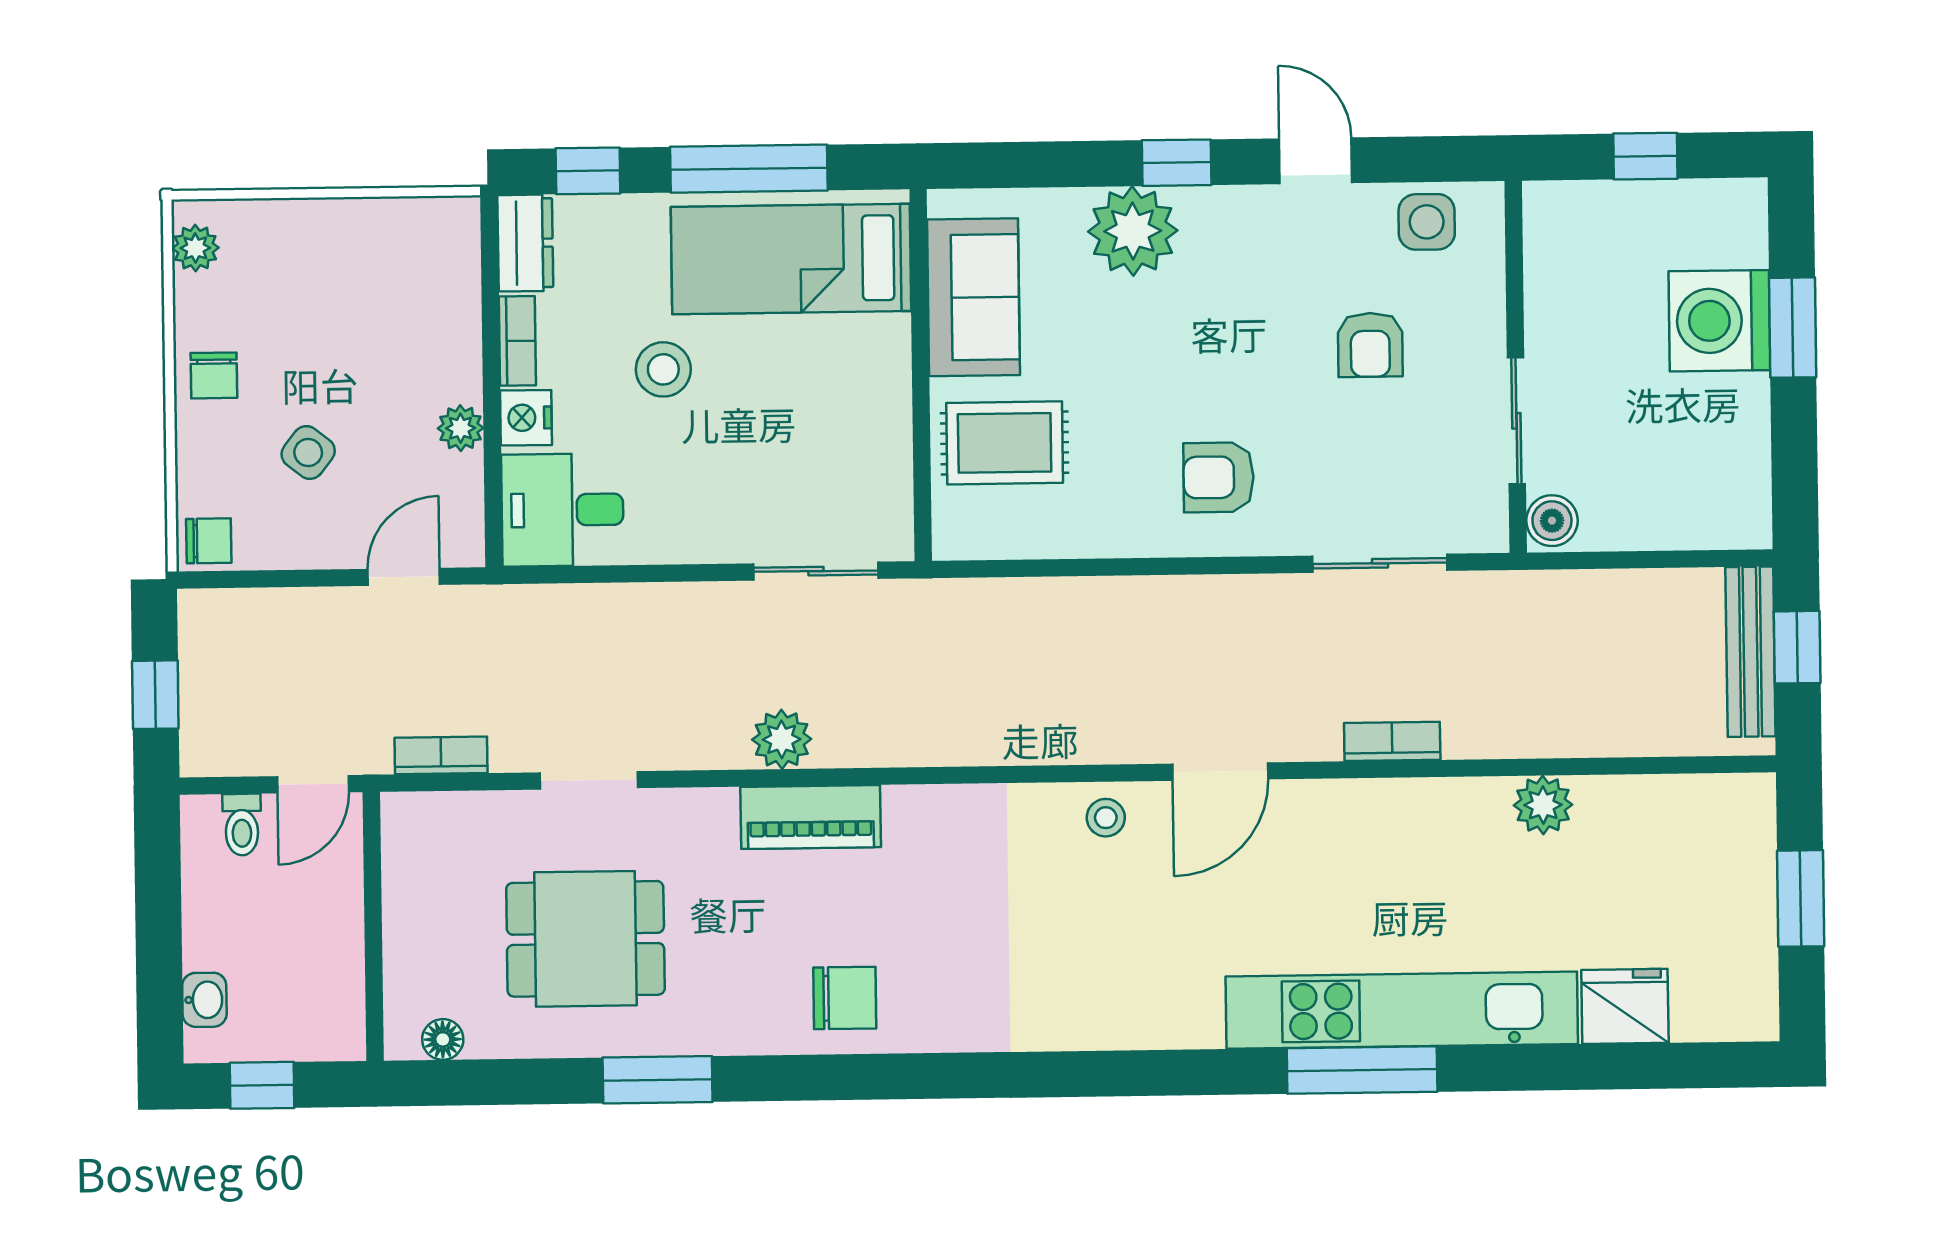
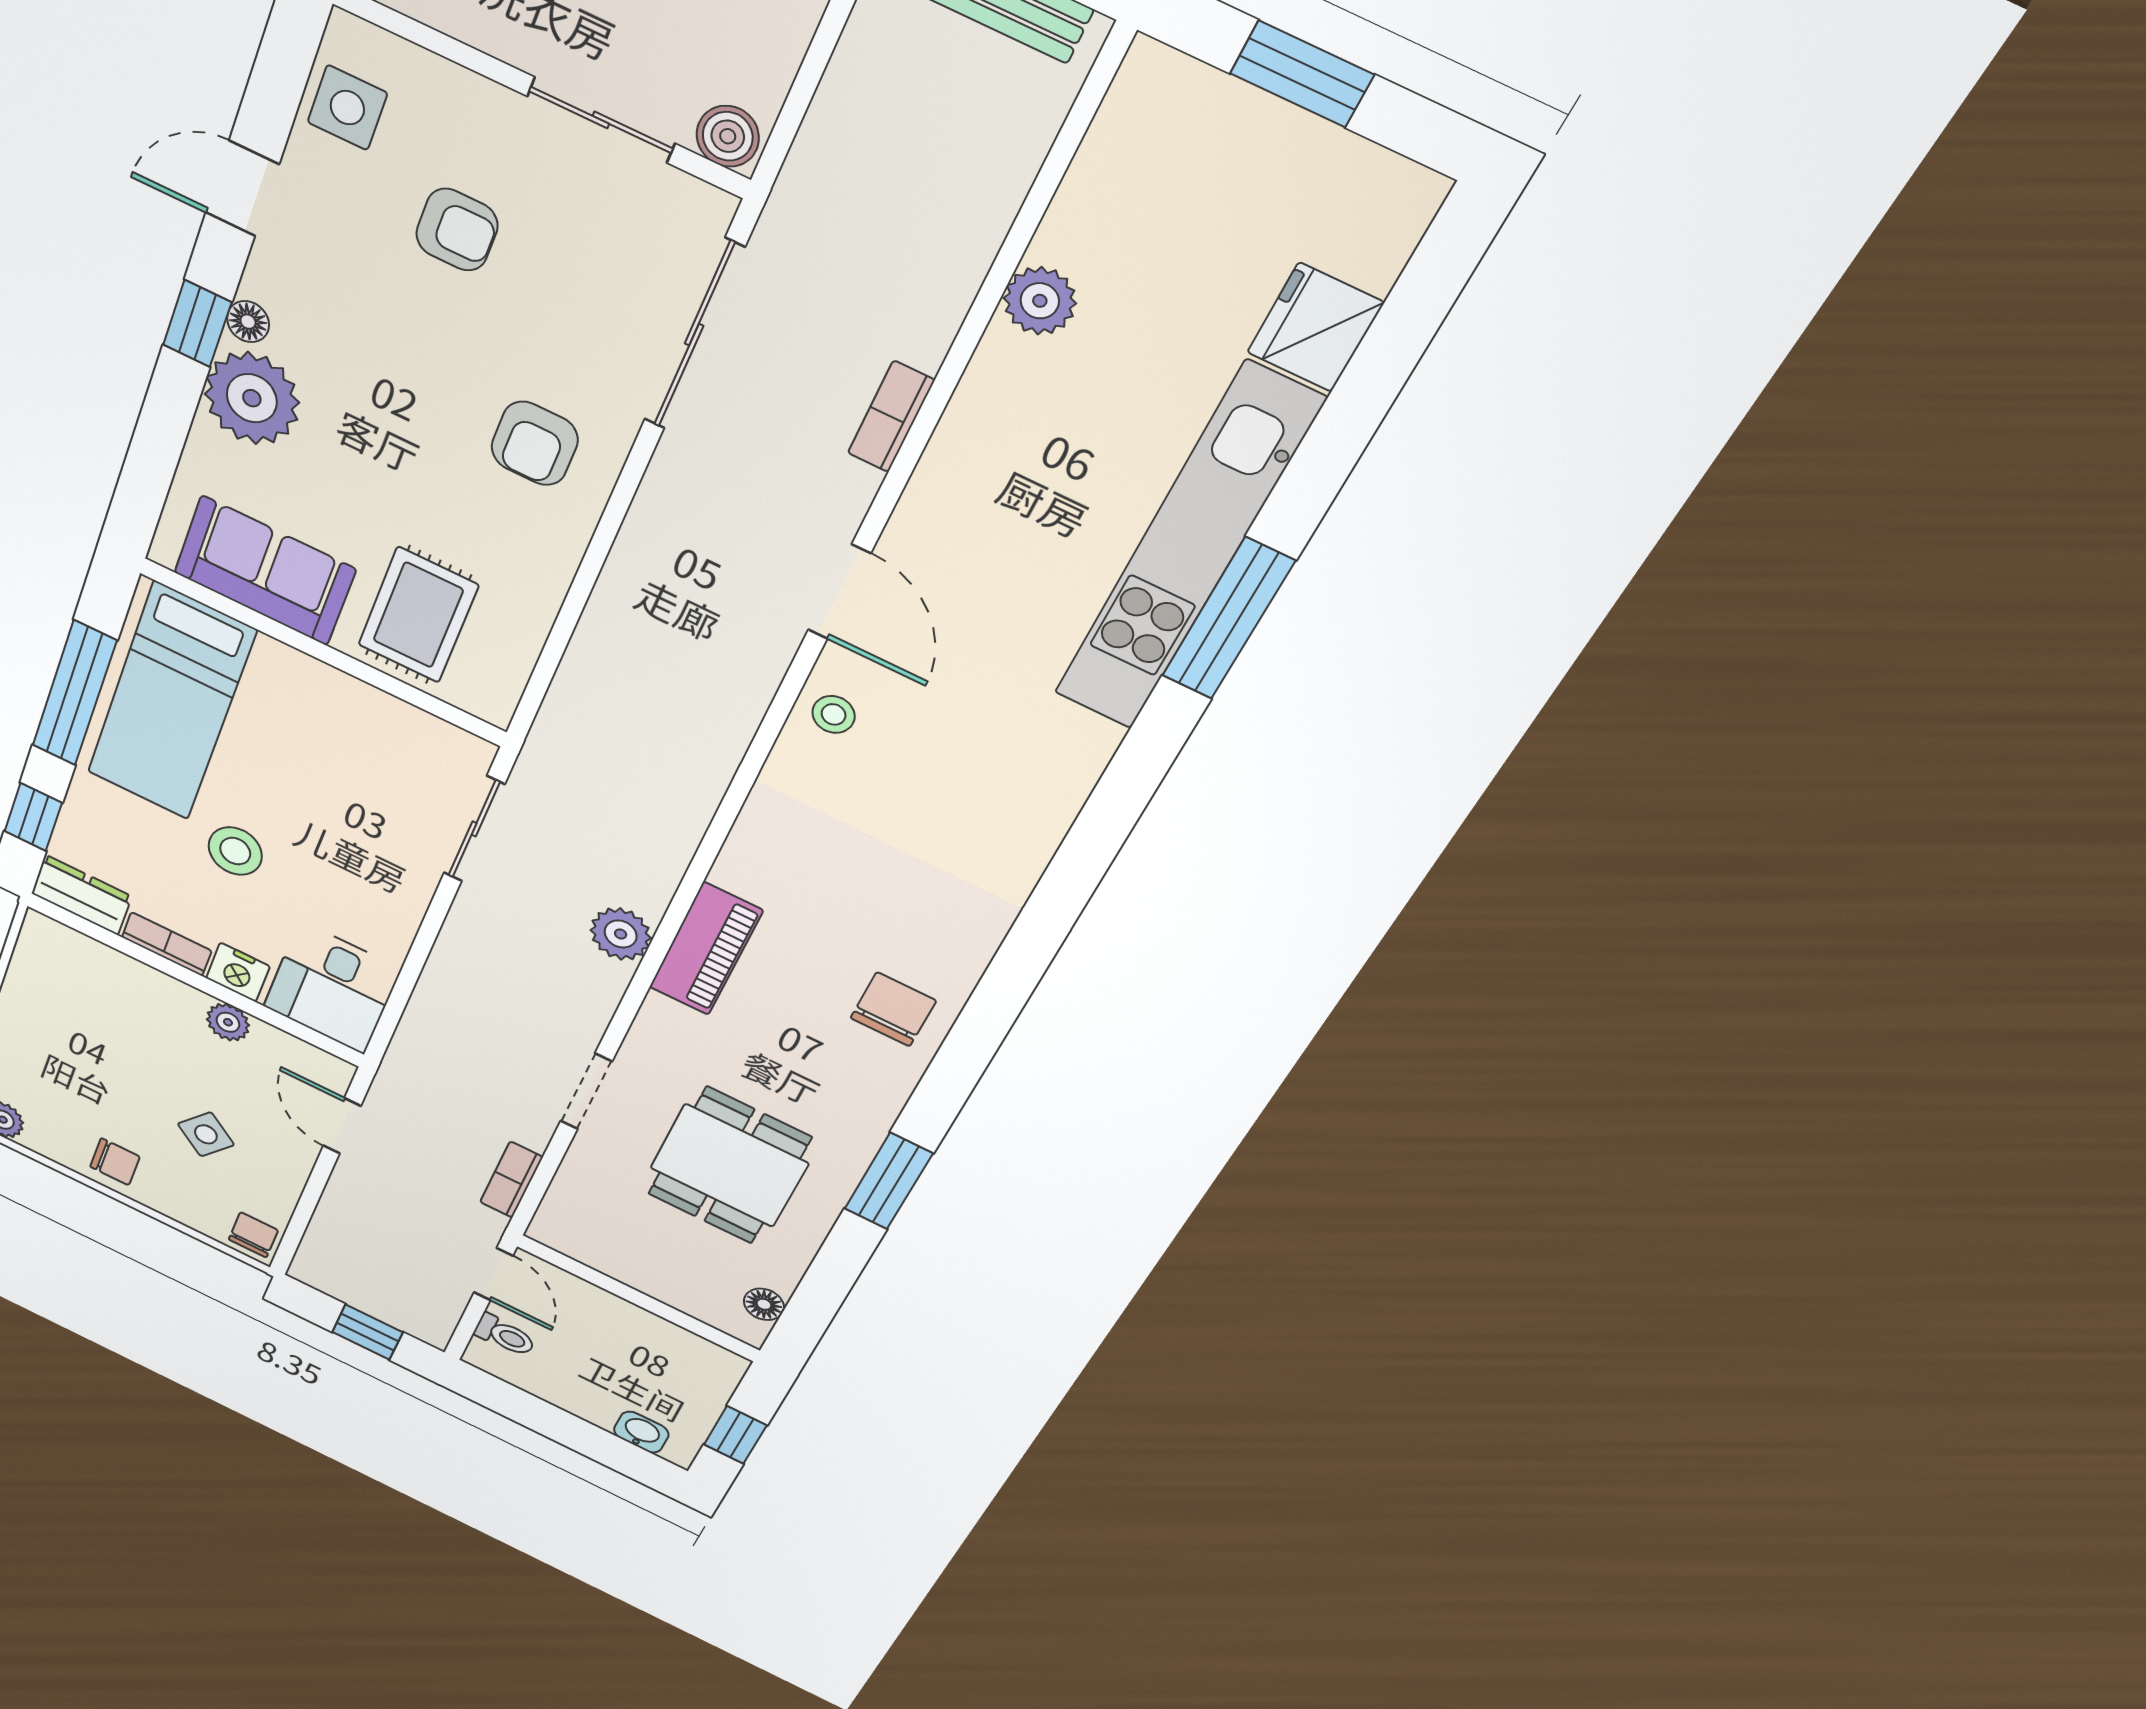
floor lamp: (1201, 204) -> (248, 322), added
sliding door: (1380, 563) -> (694, 335), width x1.37

